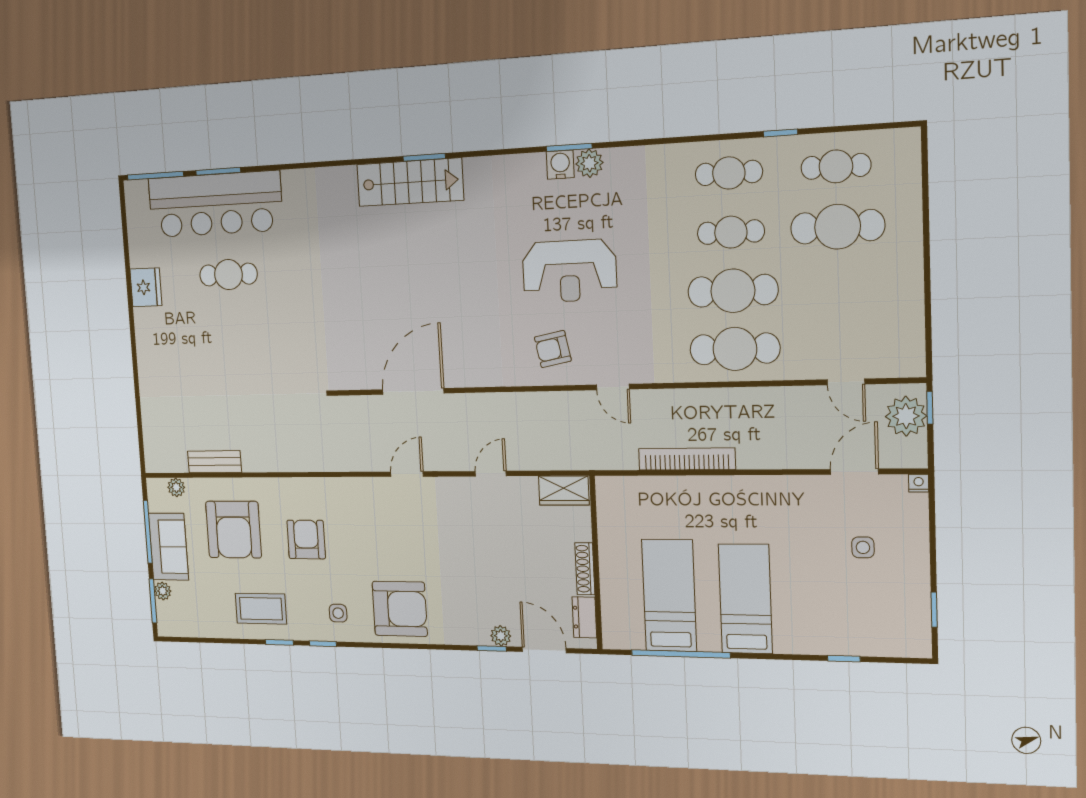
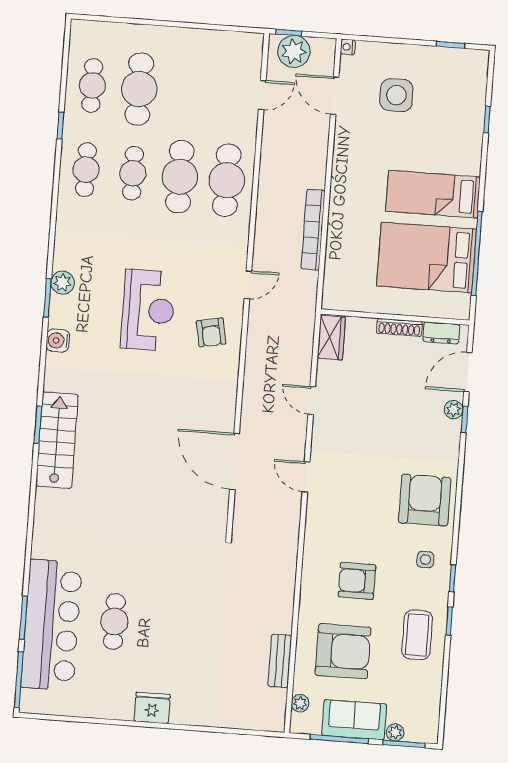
water cooler: (560, 165) -> (58, 341), moved
fridge: (146, 287) -> (152, 708), moved
side table: (863, 547) -> (396, 95), width x1.87, depth x1.87
bed: (669, 595) -> (427, 258), width x1.50

